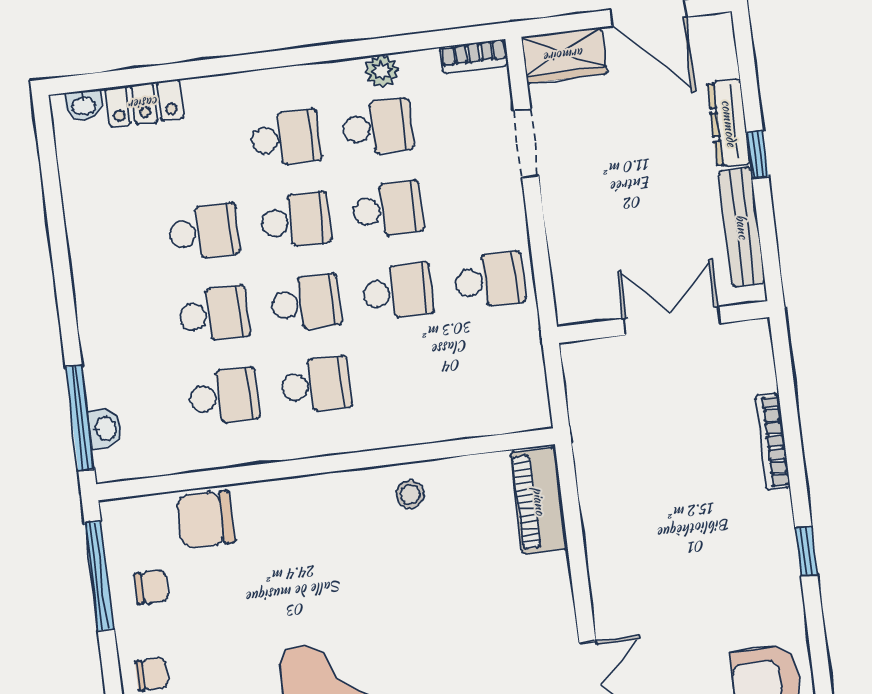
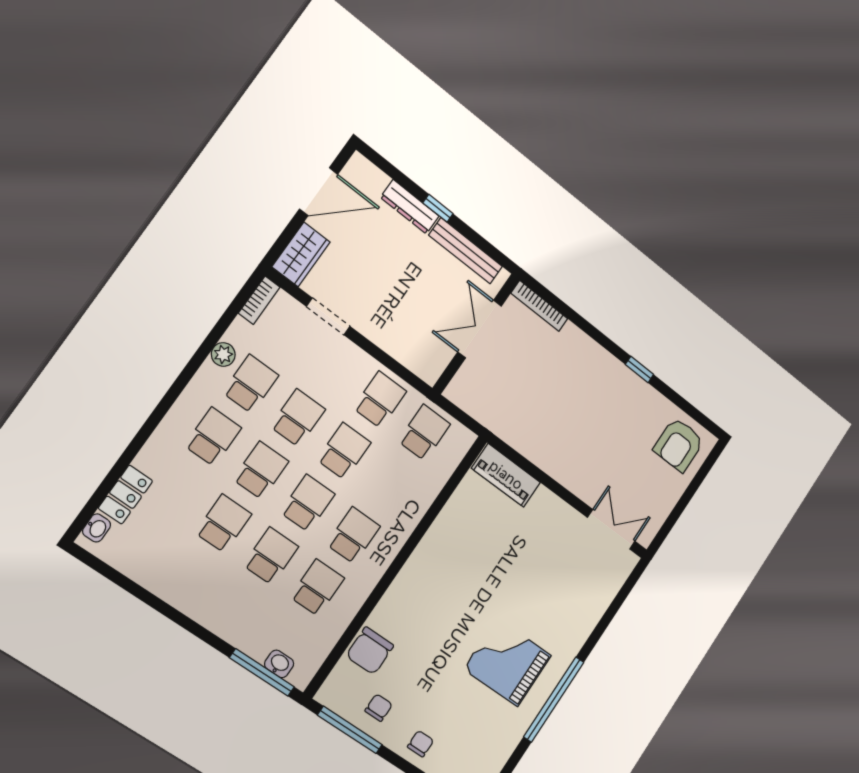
school desk: (500, 363) -> (424, 433), added
bookcase: (772, 442) -> (539, 306), moved
stool: (410, 494) -> (448, 536), removed

